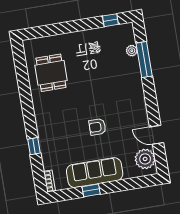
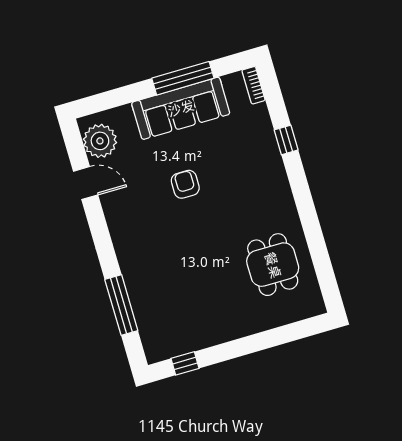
plant: (132, 51) -> (144, 317), removed
armchair: (97, 127) -> (185, 184), turned -90
window: (91, 190) -> (183, 78), width x2.17

